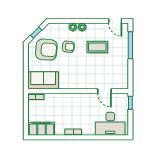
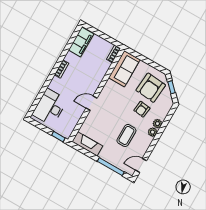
fireplace: (123, 75) -> (87, 144), added
door: (104, 91) -> (92, 103), moved

